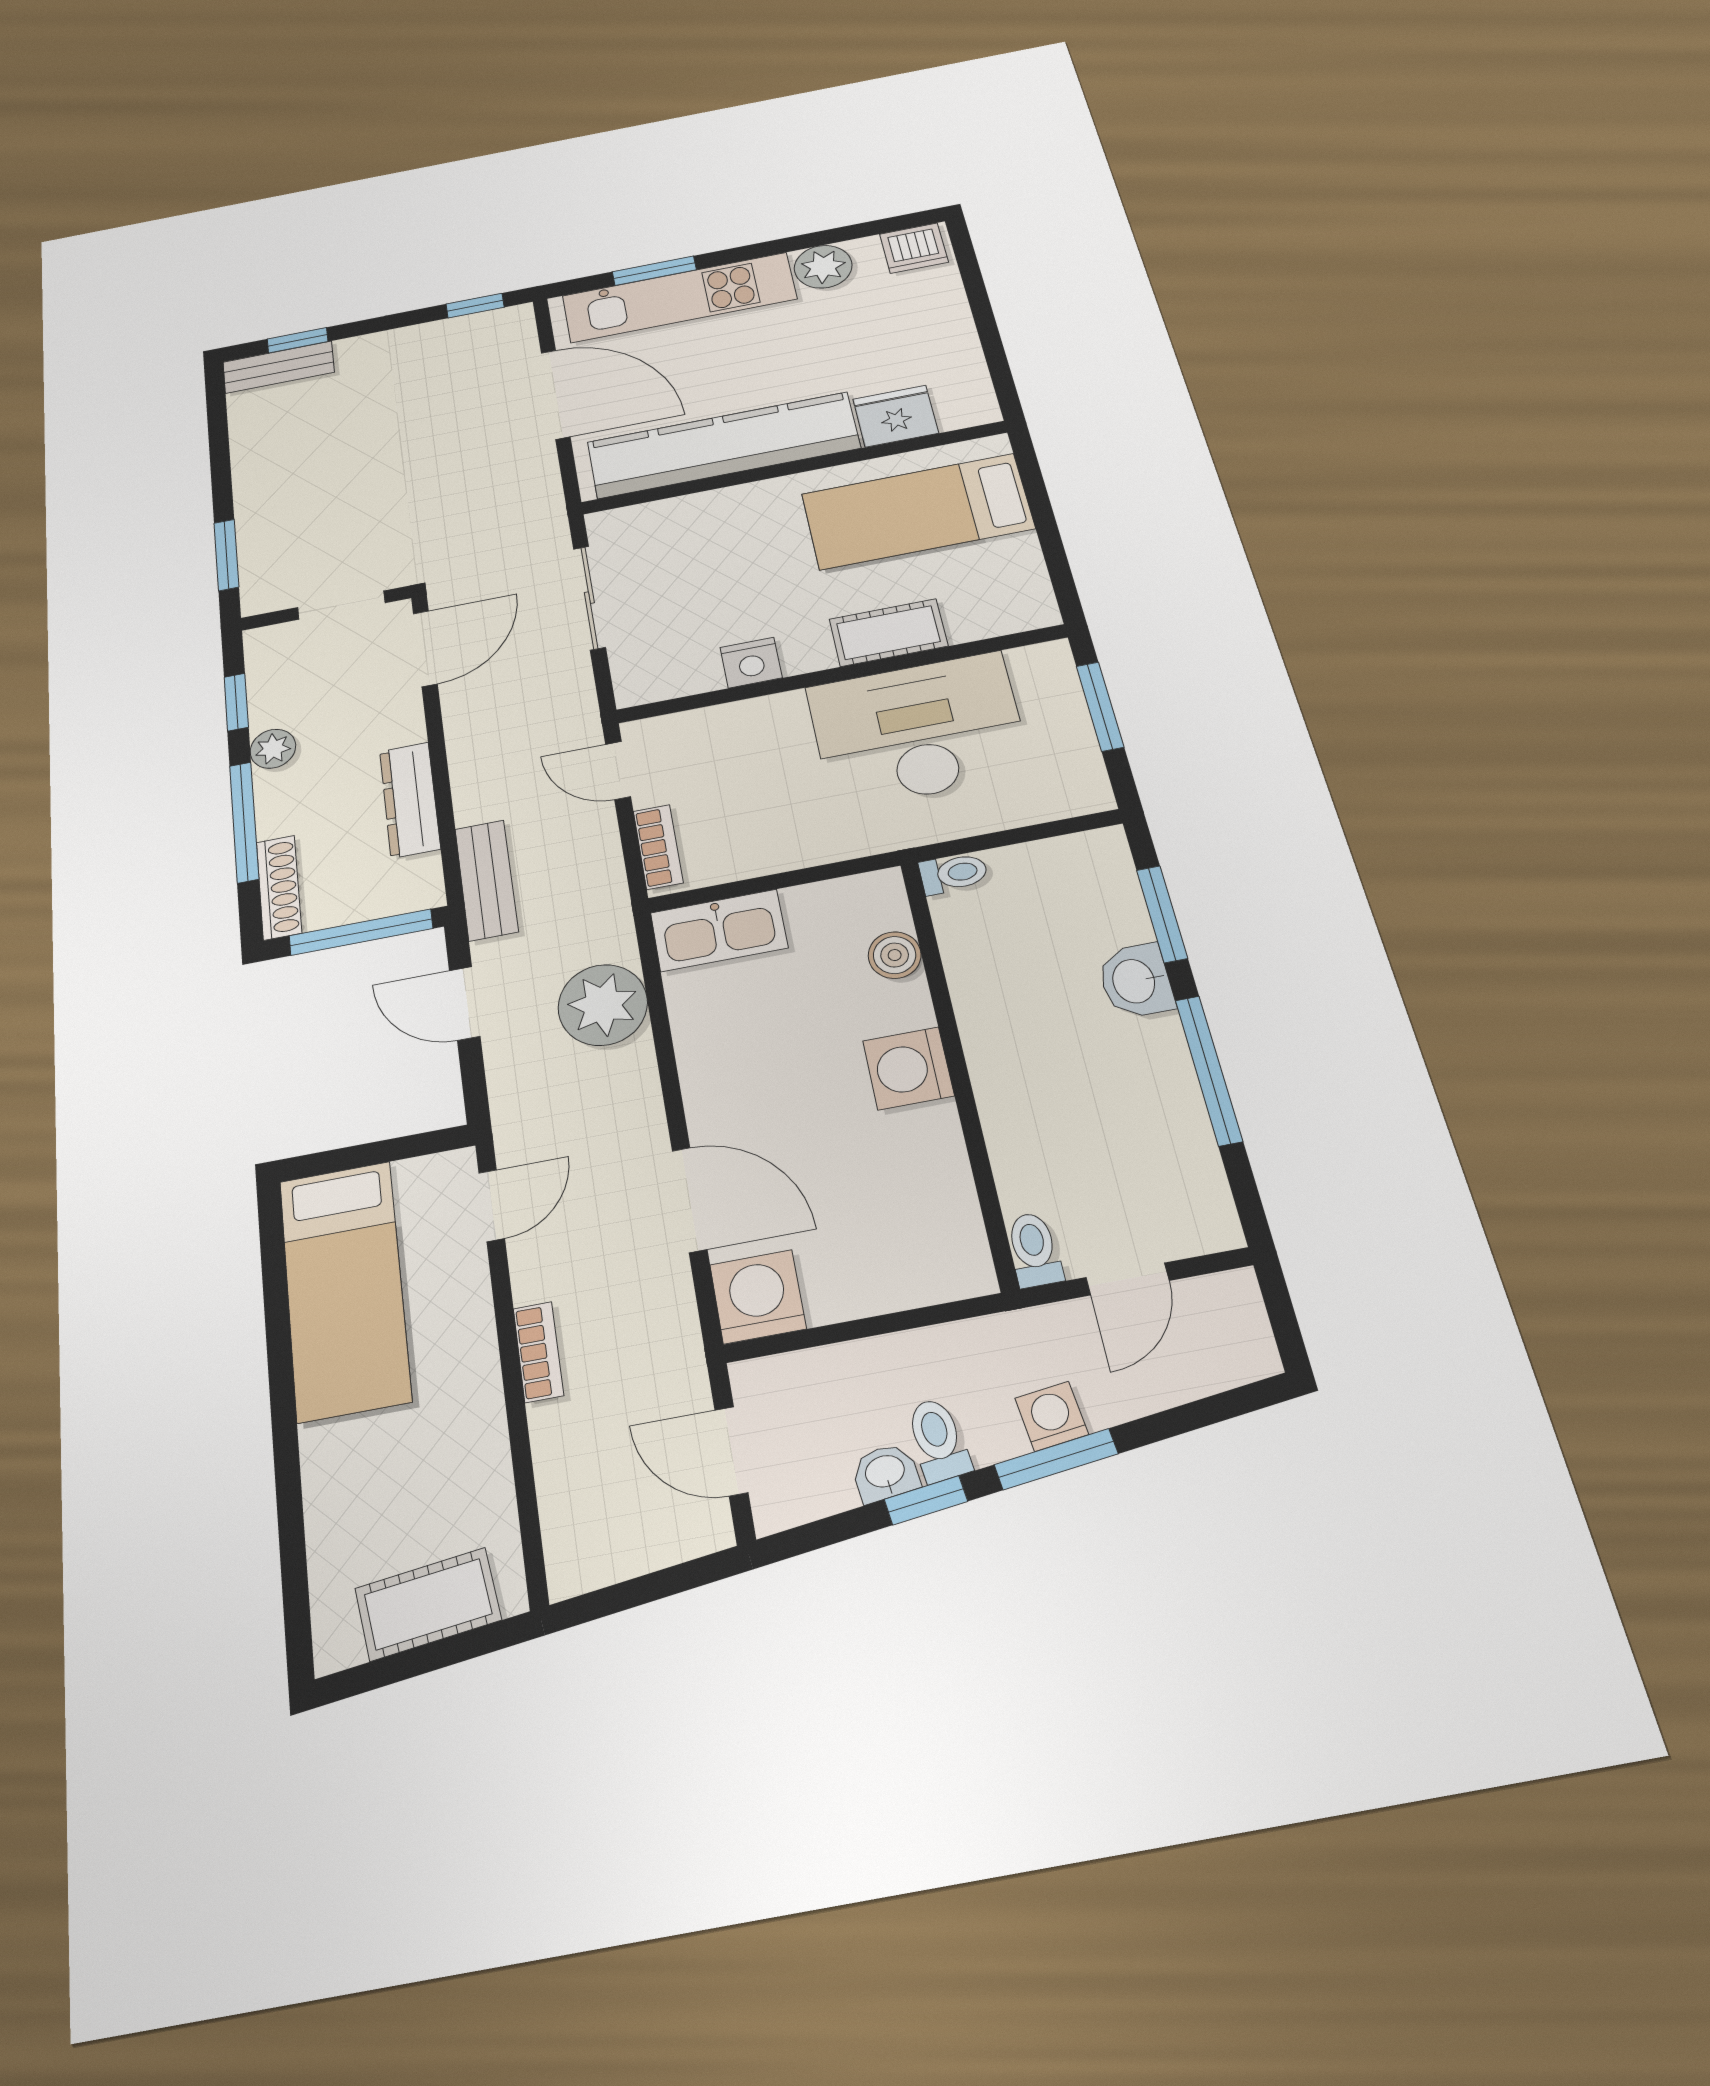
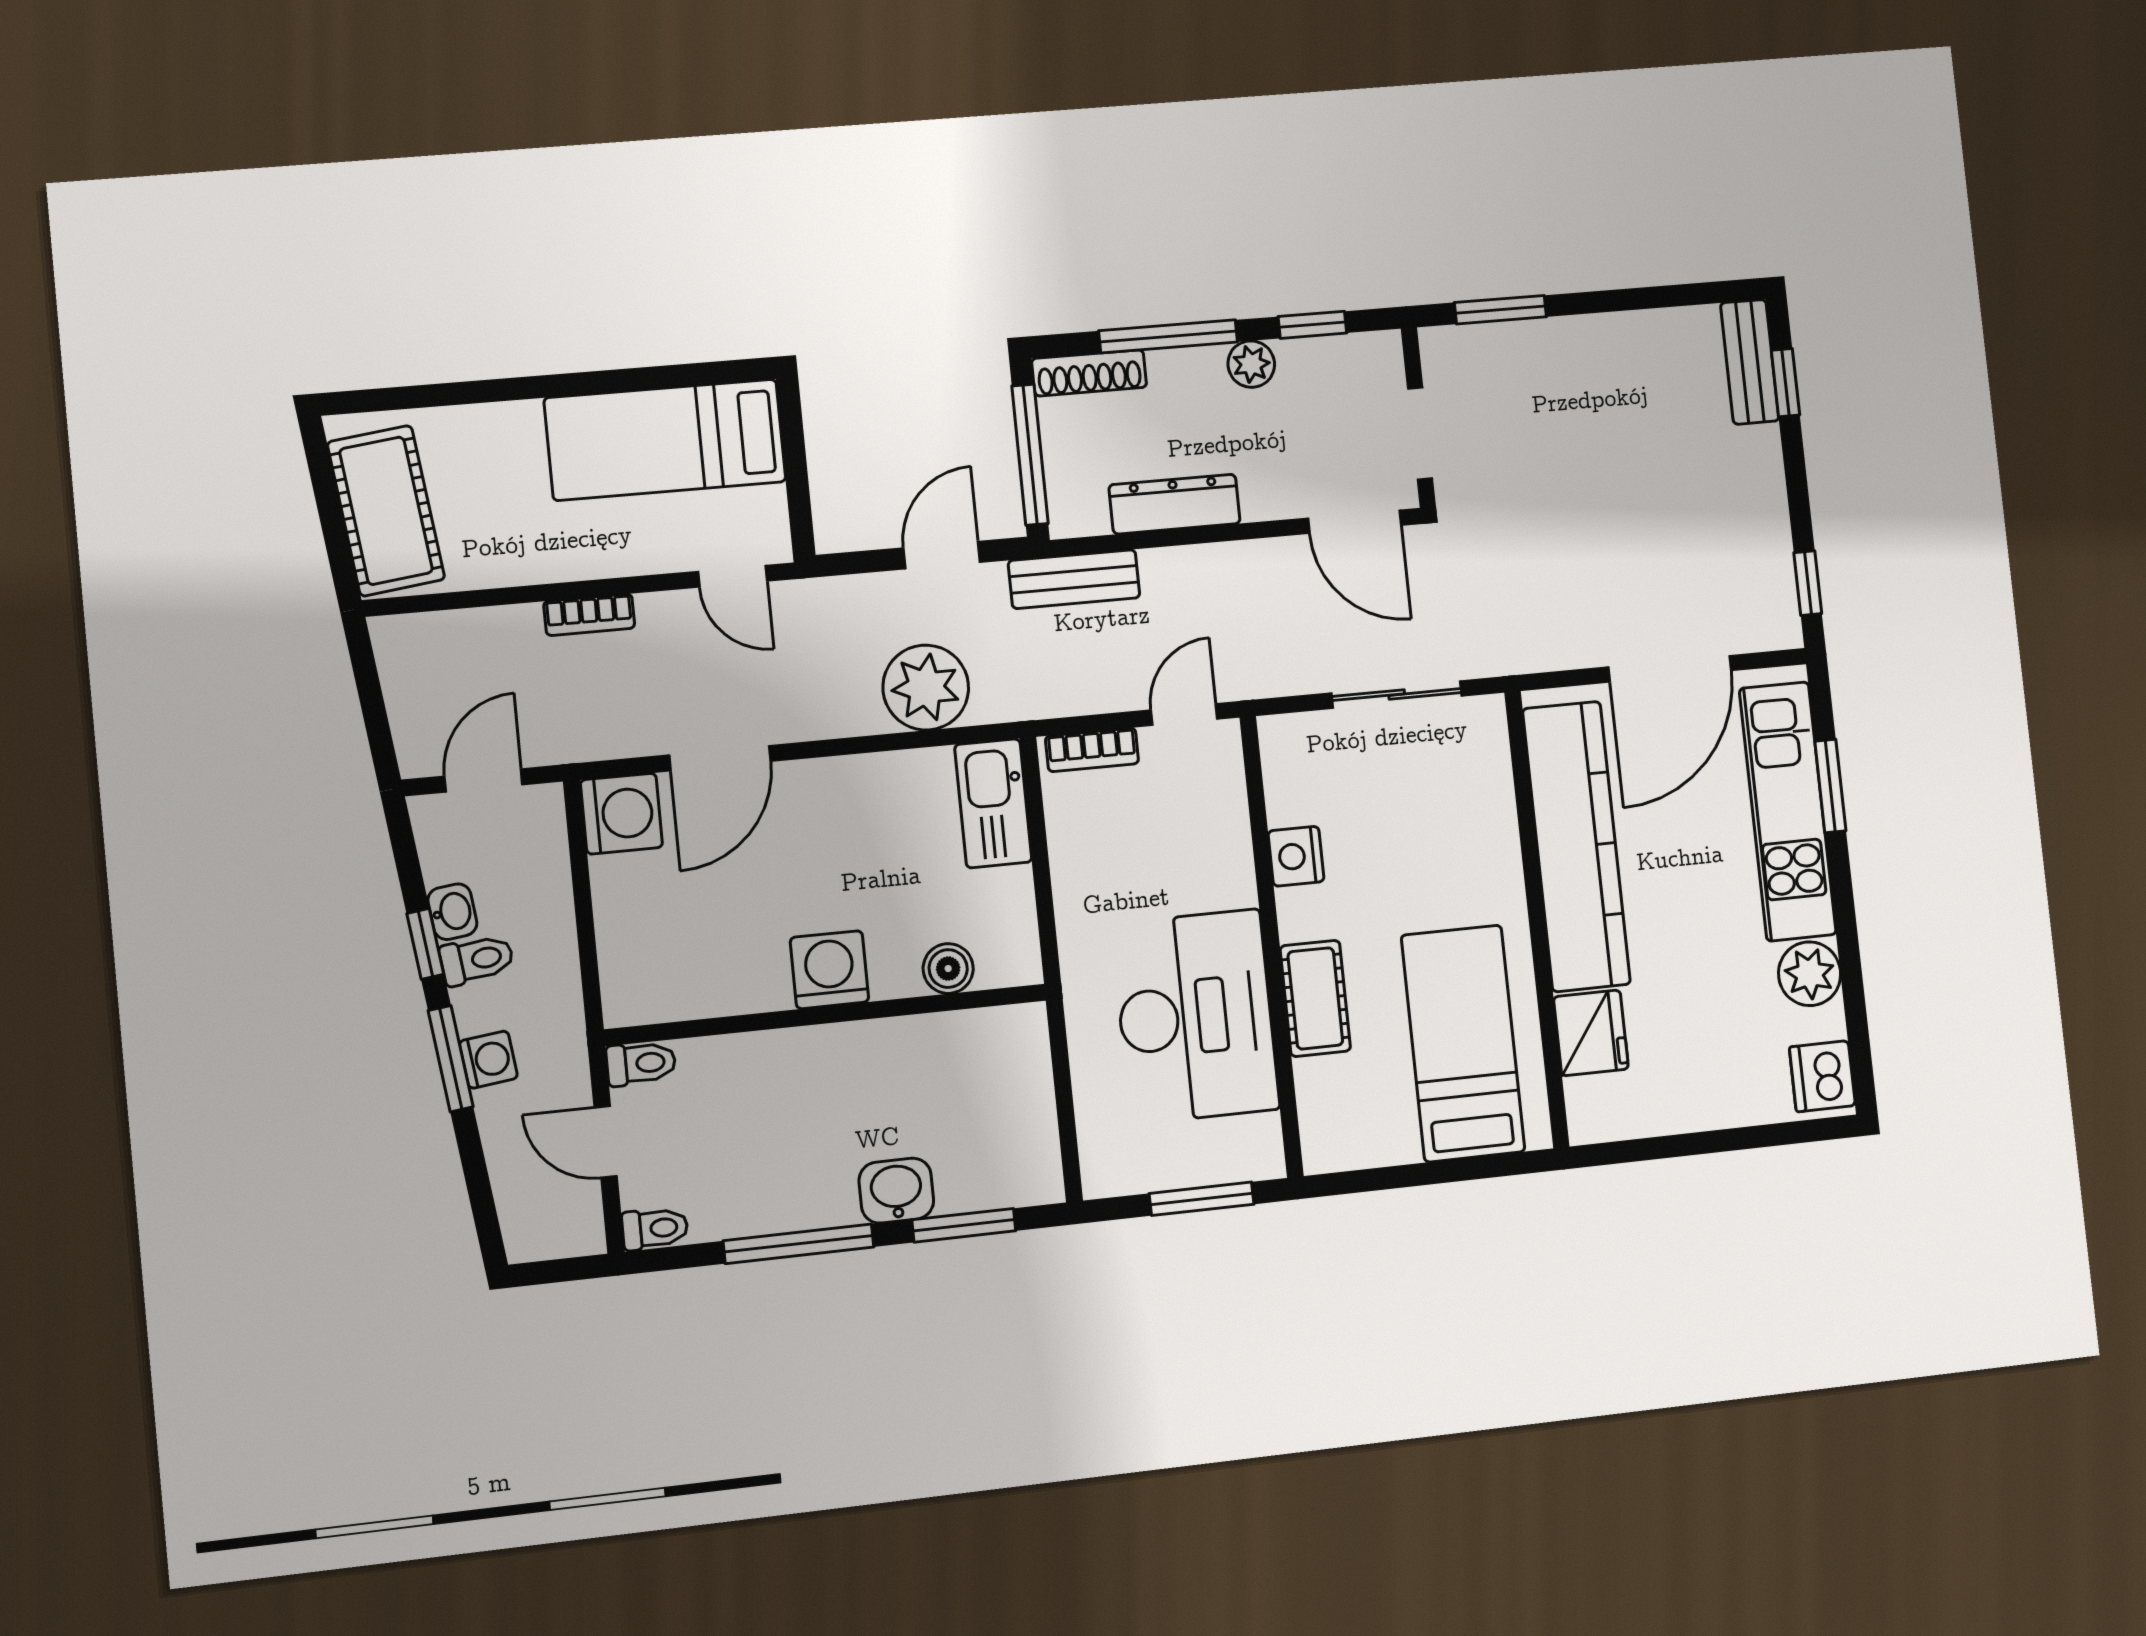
toilet: (954, 873) -> (655, 1229), moved, turned -90
cot: (428, 1604) -> (386, 511), width x1.37, depth x1.34

